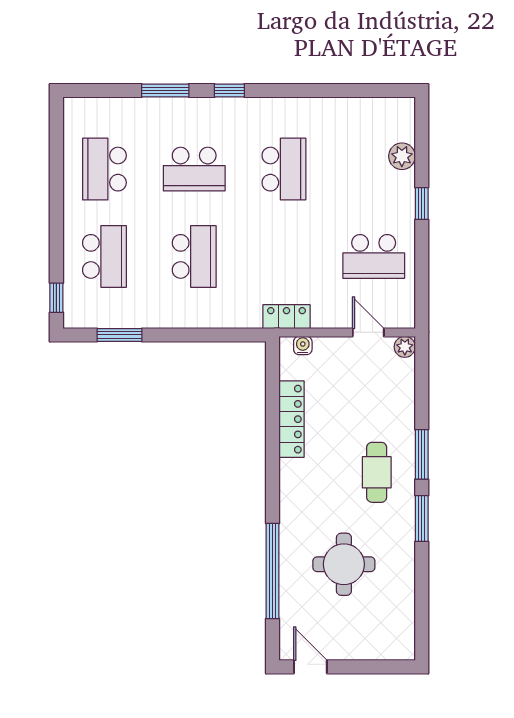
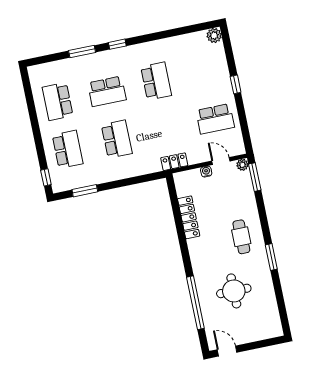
plant: (402, 156) -> (214, 35), moved
water cooler: (303, 345) -> (206, 172), moved
window: (422, 454) -> (255, 177), moved

